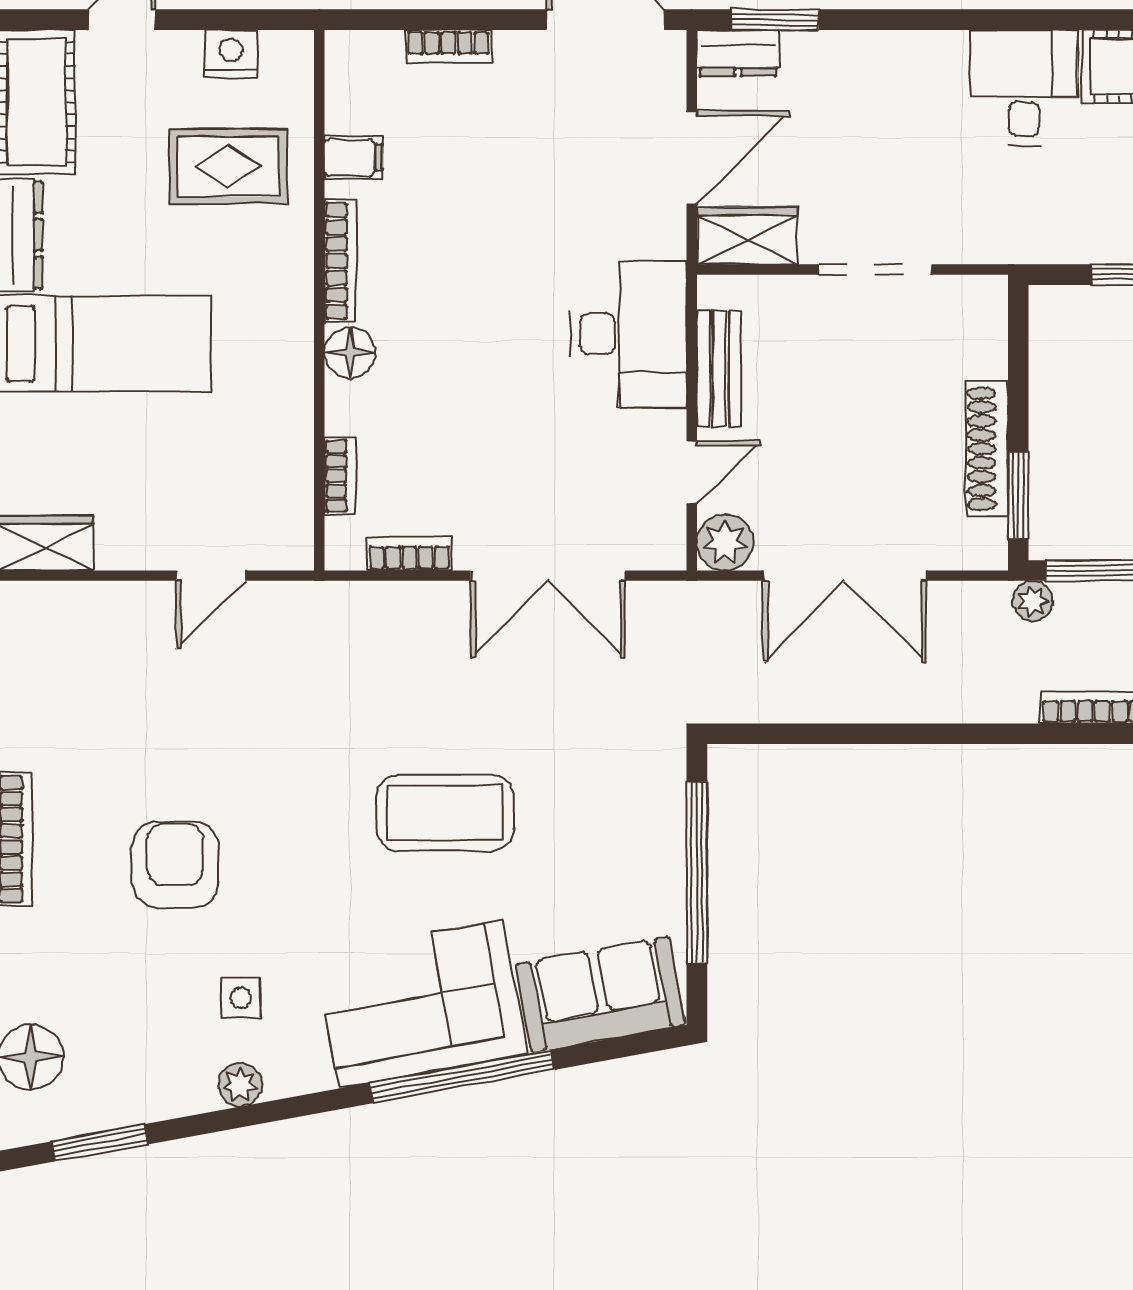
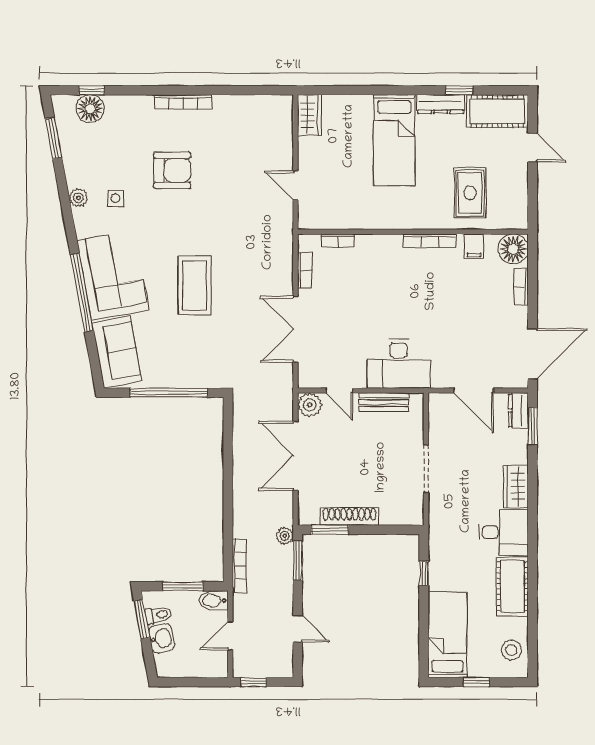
nightstand: (231, 54) -> (518, 194), removed
wardrobe: (747, 236) -> (516, 486), moved, turned 180
floor lamp: (350, 353) -> (513, 249), moved, width x1.38, depth x1.38

